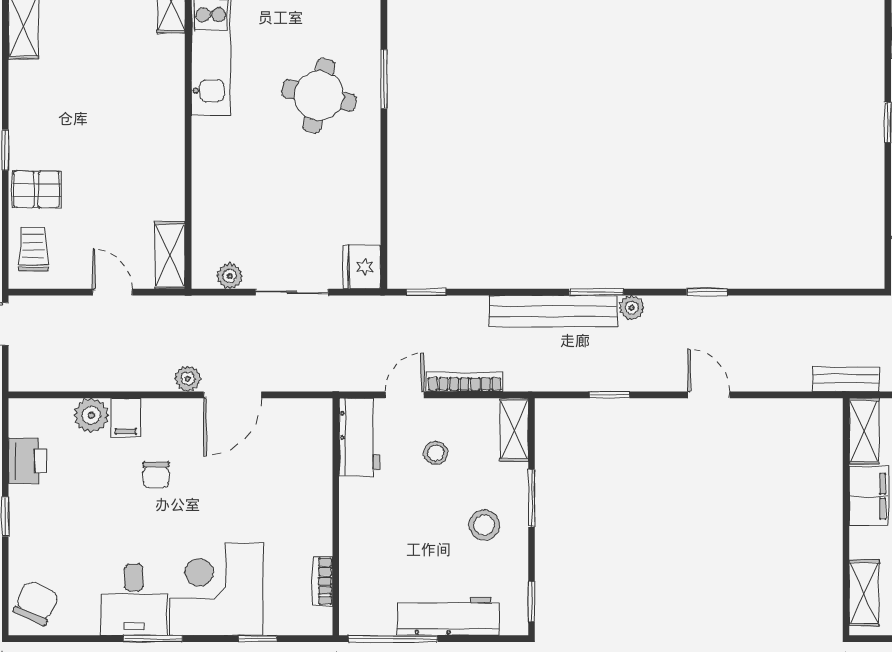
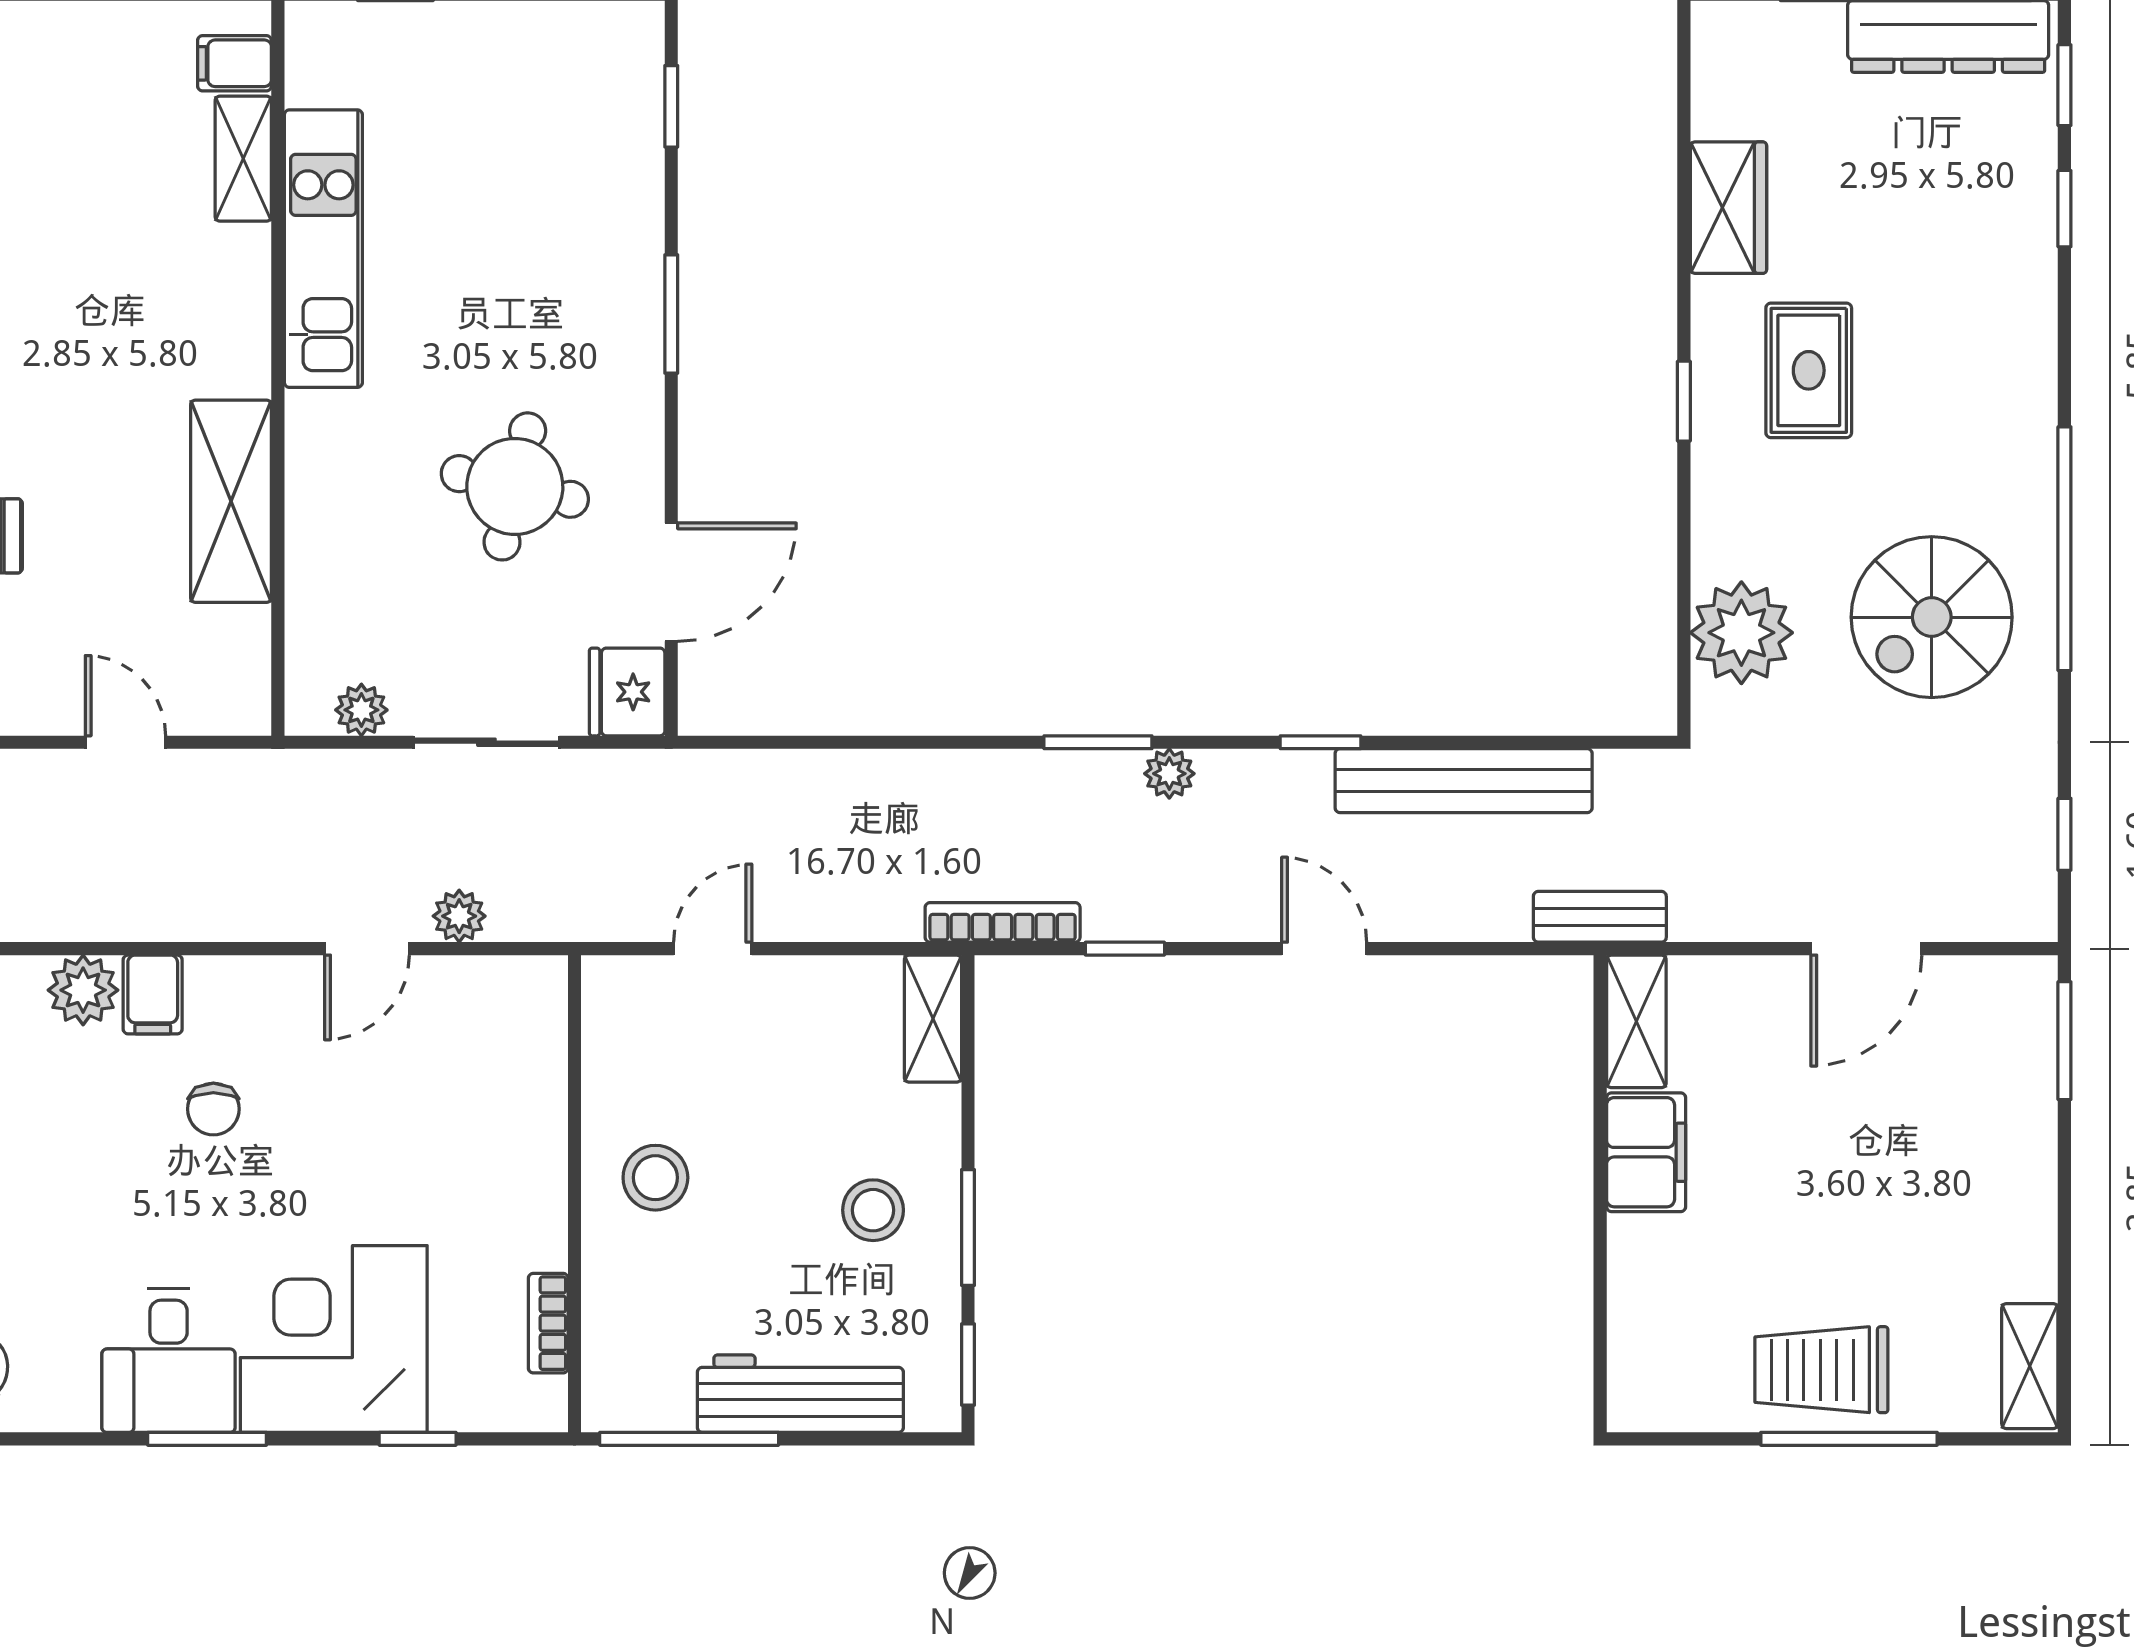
round table: (319, 96) -> (515, 486), moved
door: (384, 212) -> (671, 582), added
shelving: (170, 255) -> (231, 501), moved, width x1.50, depth x1.33
window: (426, 292) -> (756, 742), removed
bench: (553, 311) -> (1464, 781), moved
plant: (188, 379) -> (459, 916), moved
bookcase: (465, 382) -> (1003, 922), moved
door: (232, 395) -> (367, 949), width x0.73
workbench: (359, 437) -> (622, 1034), removed
stool: (436, 453) -> (655, 1178), moved, width x1.37, depth x1.37
window: (532, 498) -> (968, 1227), moved
shelving: (864, 593) -> (1636, 1347), removed

